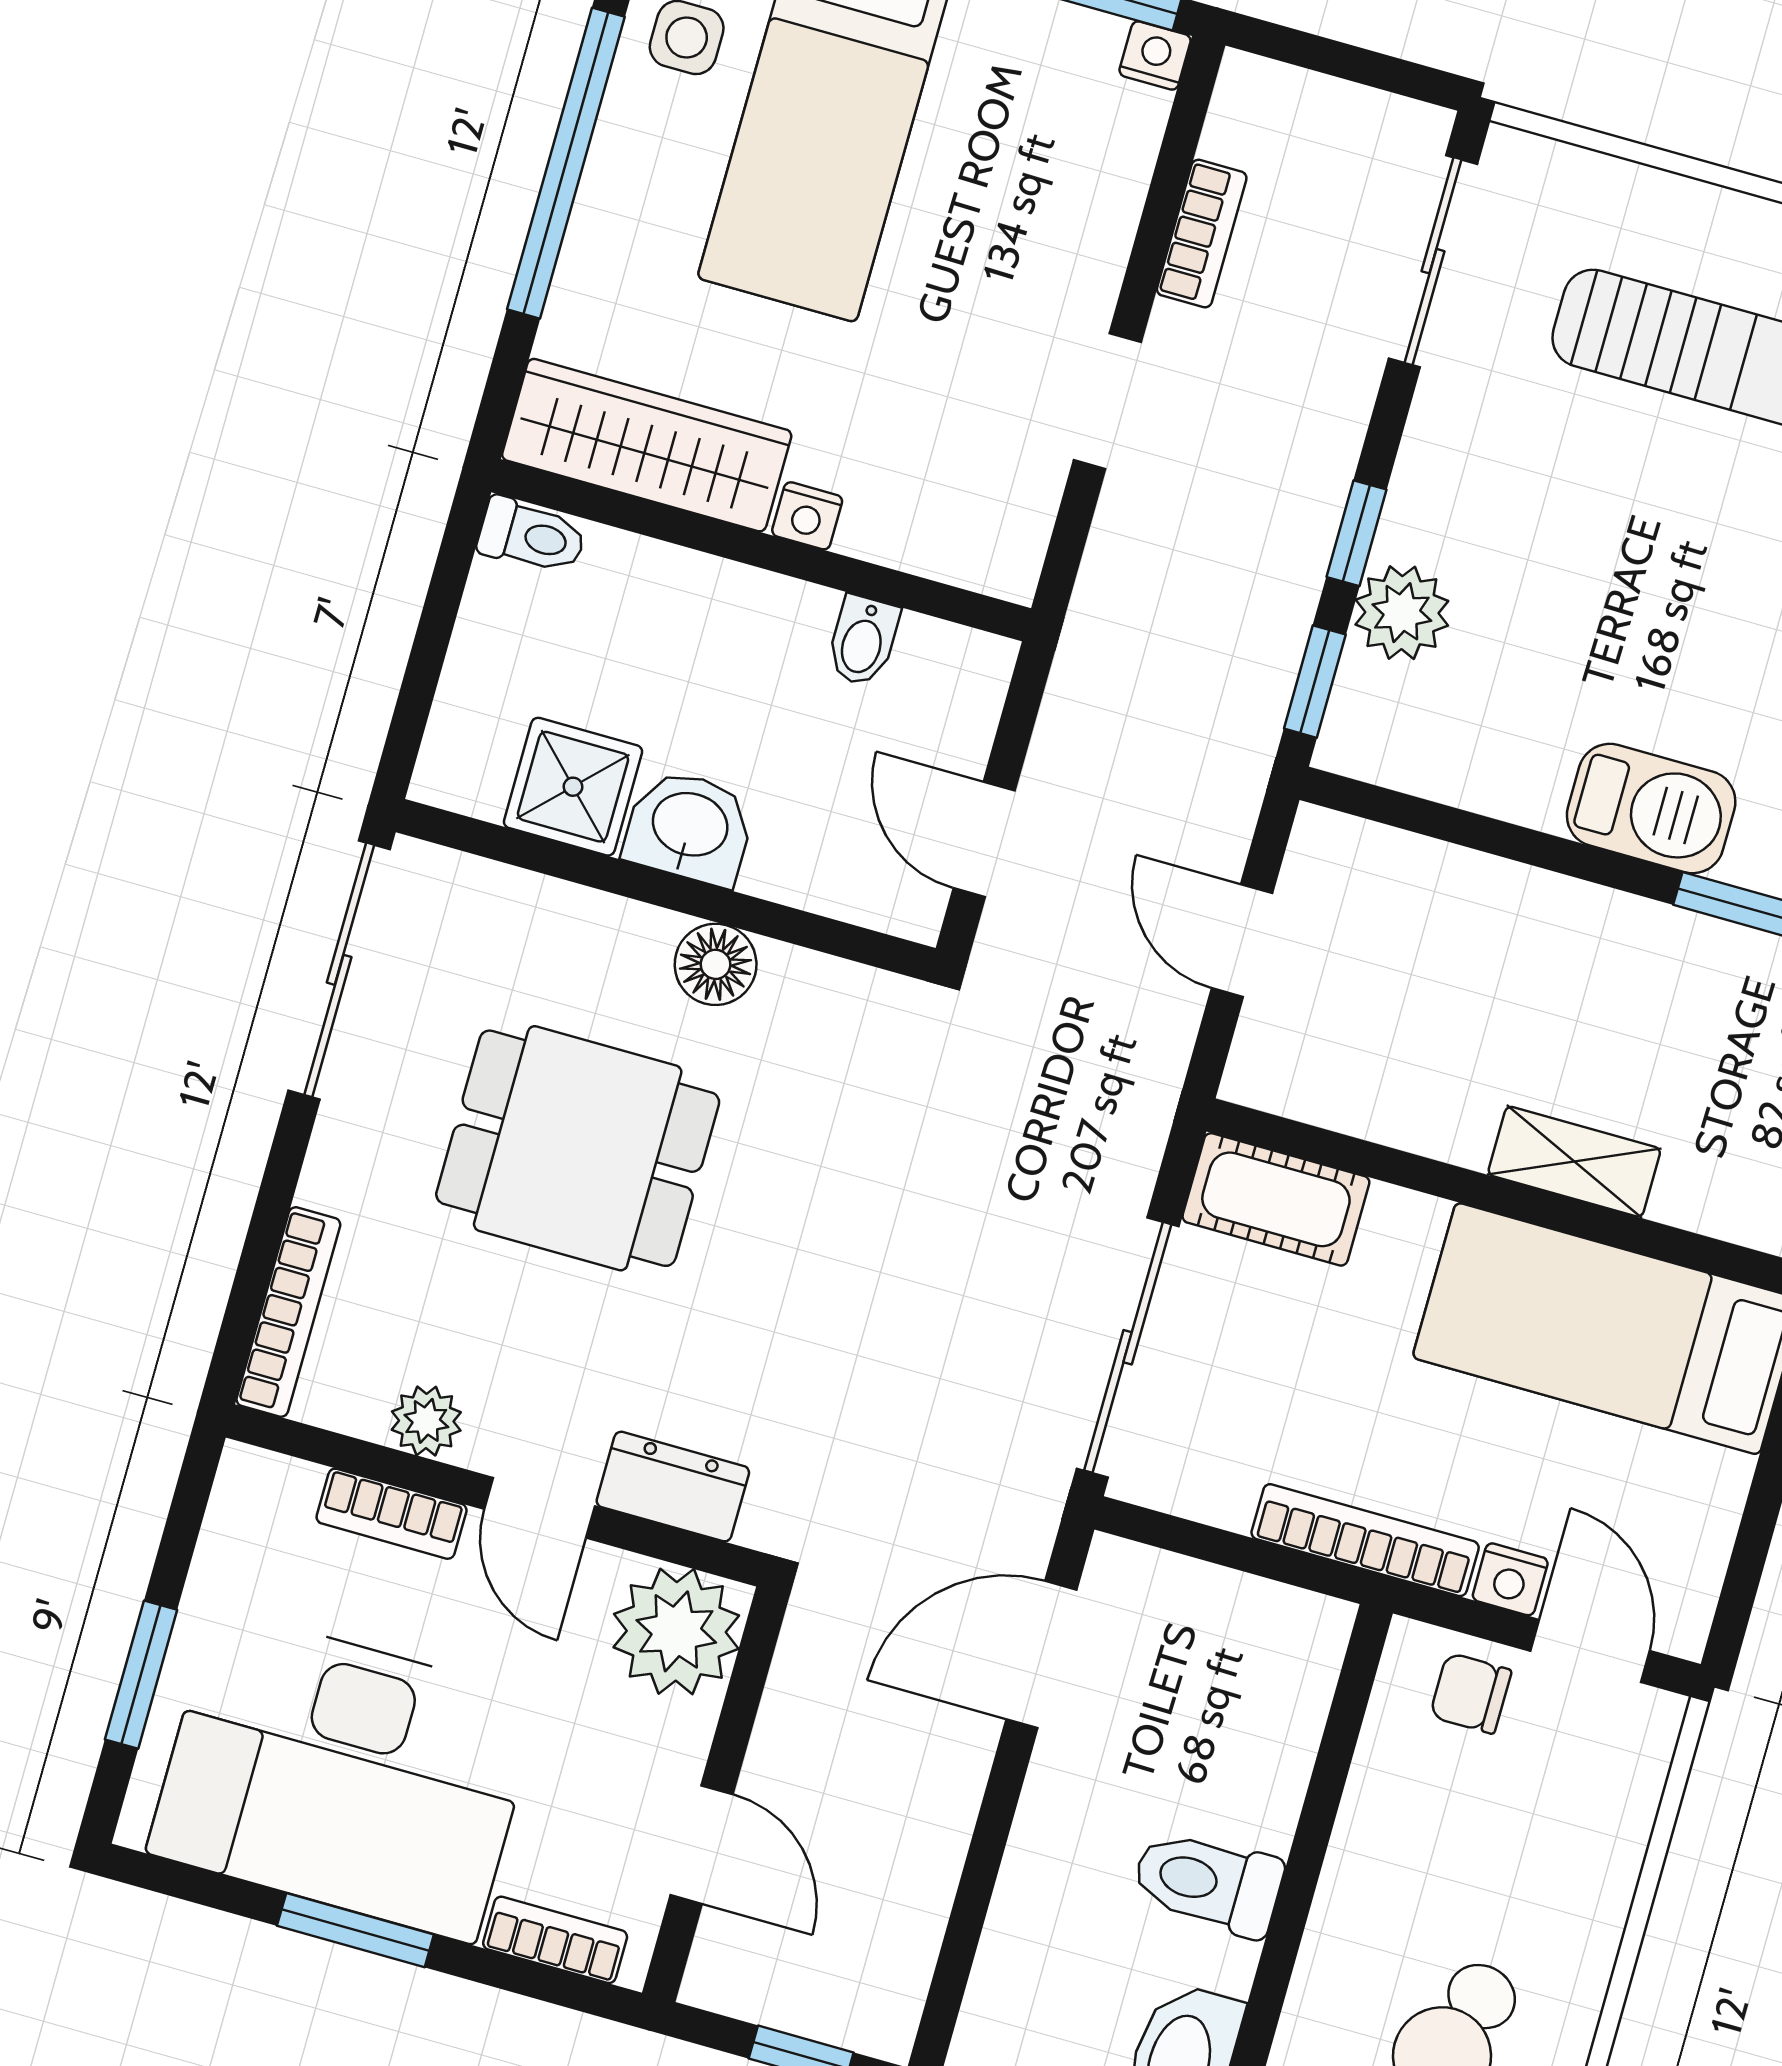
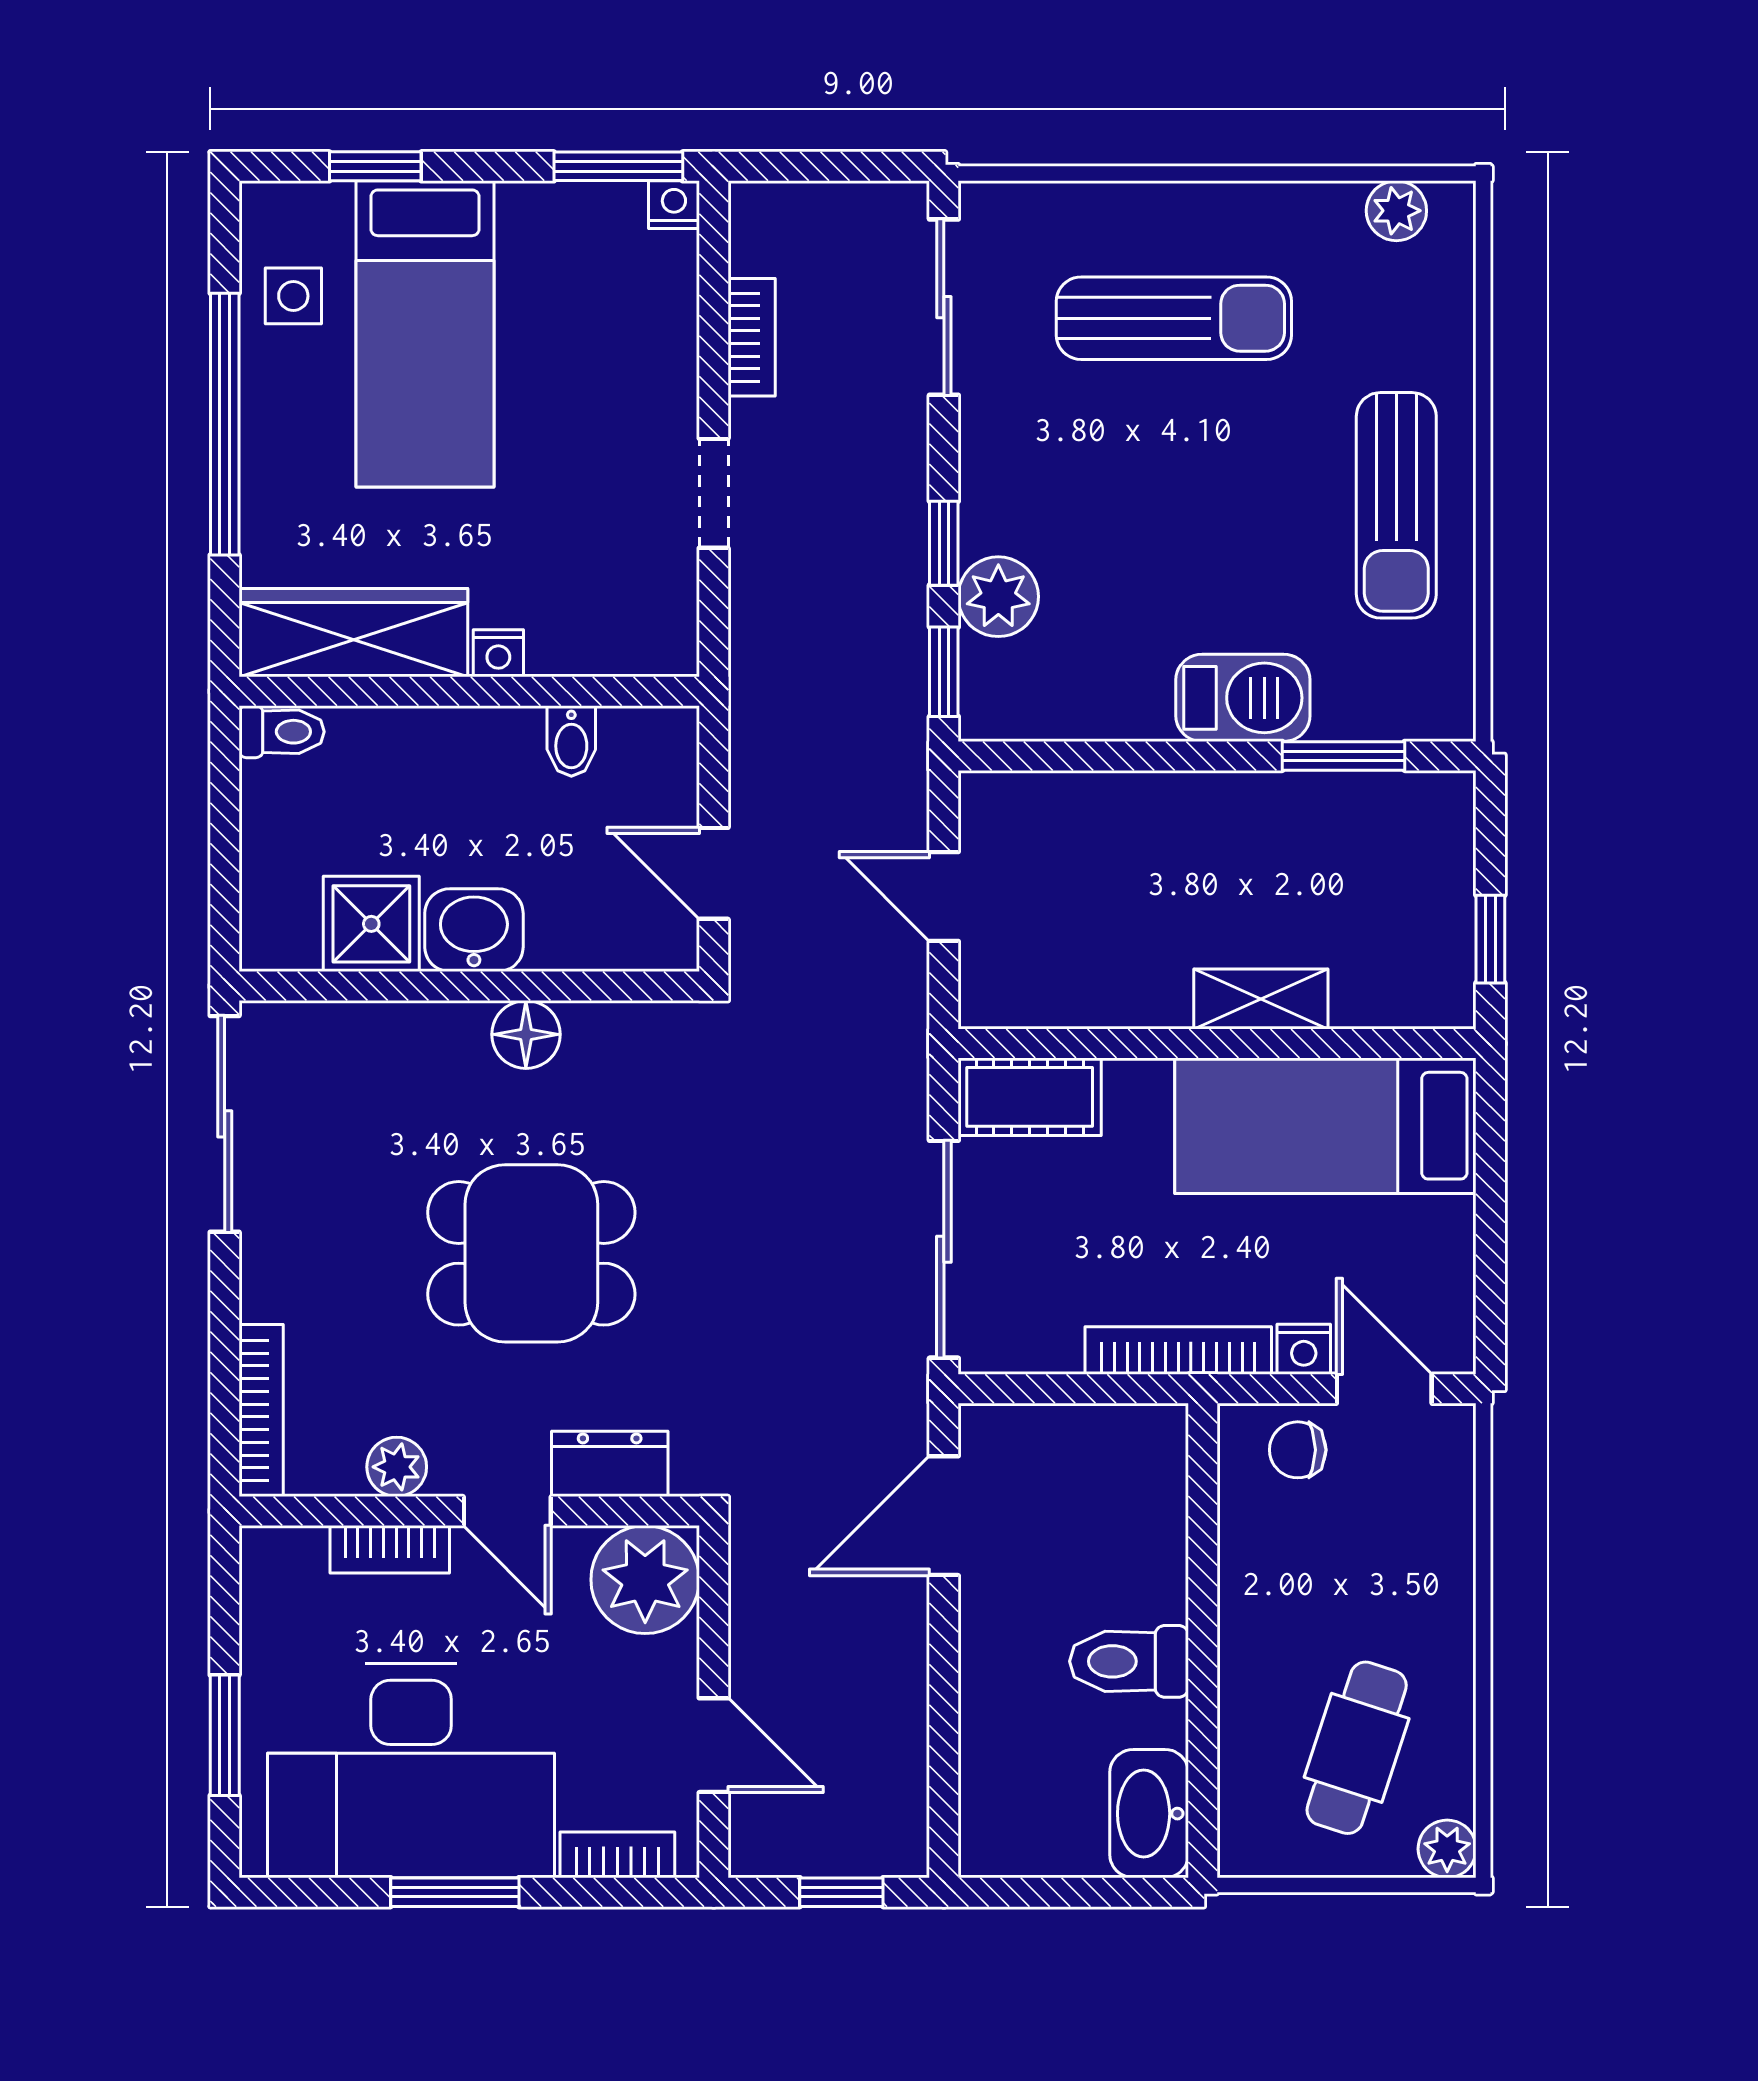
dining table: (578, 1148) -> (531, 1253), moved

